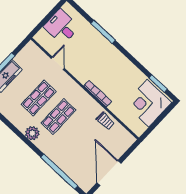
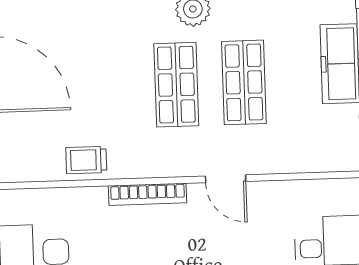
door: (58, 63) -> (226, 179), moved

